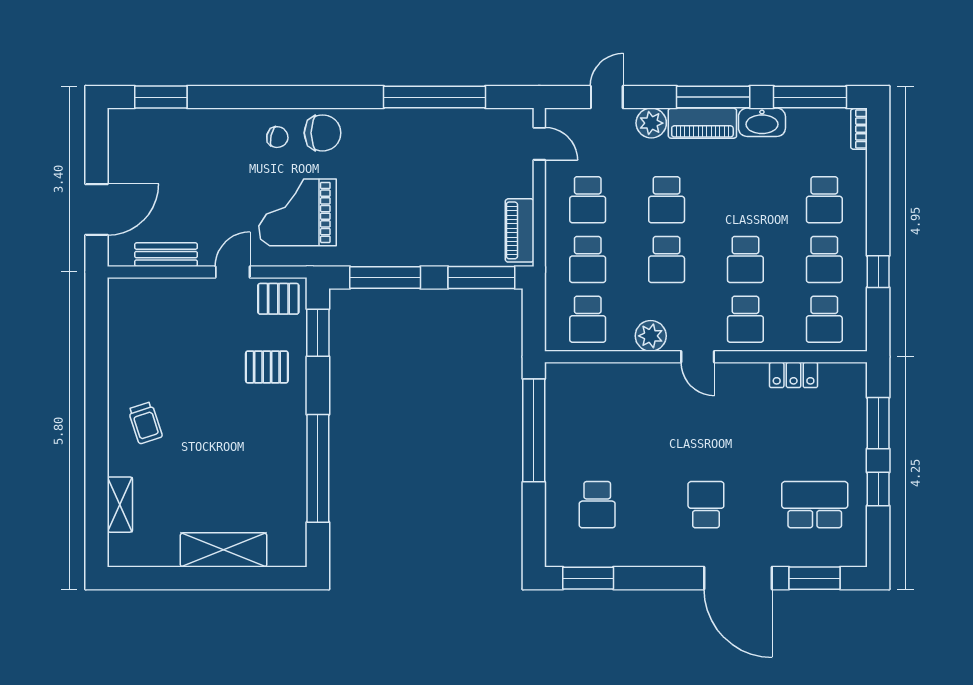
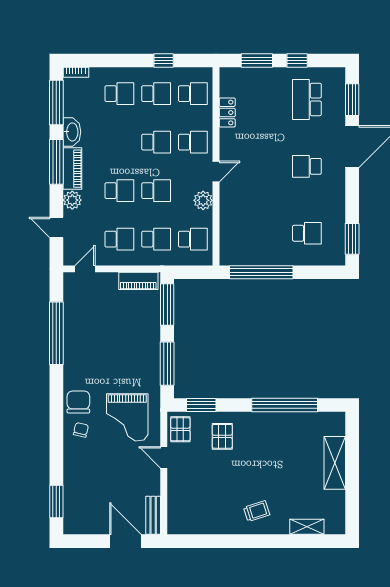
bench: (166, 255) -> (153, 515), moved

